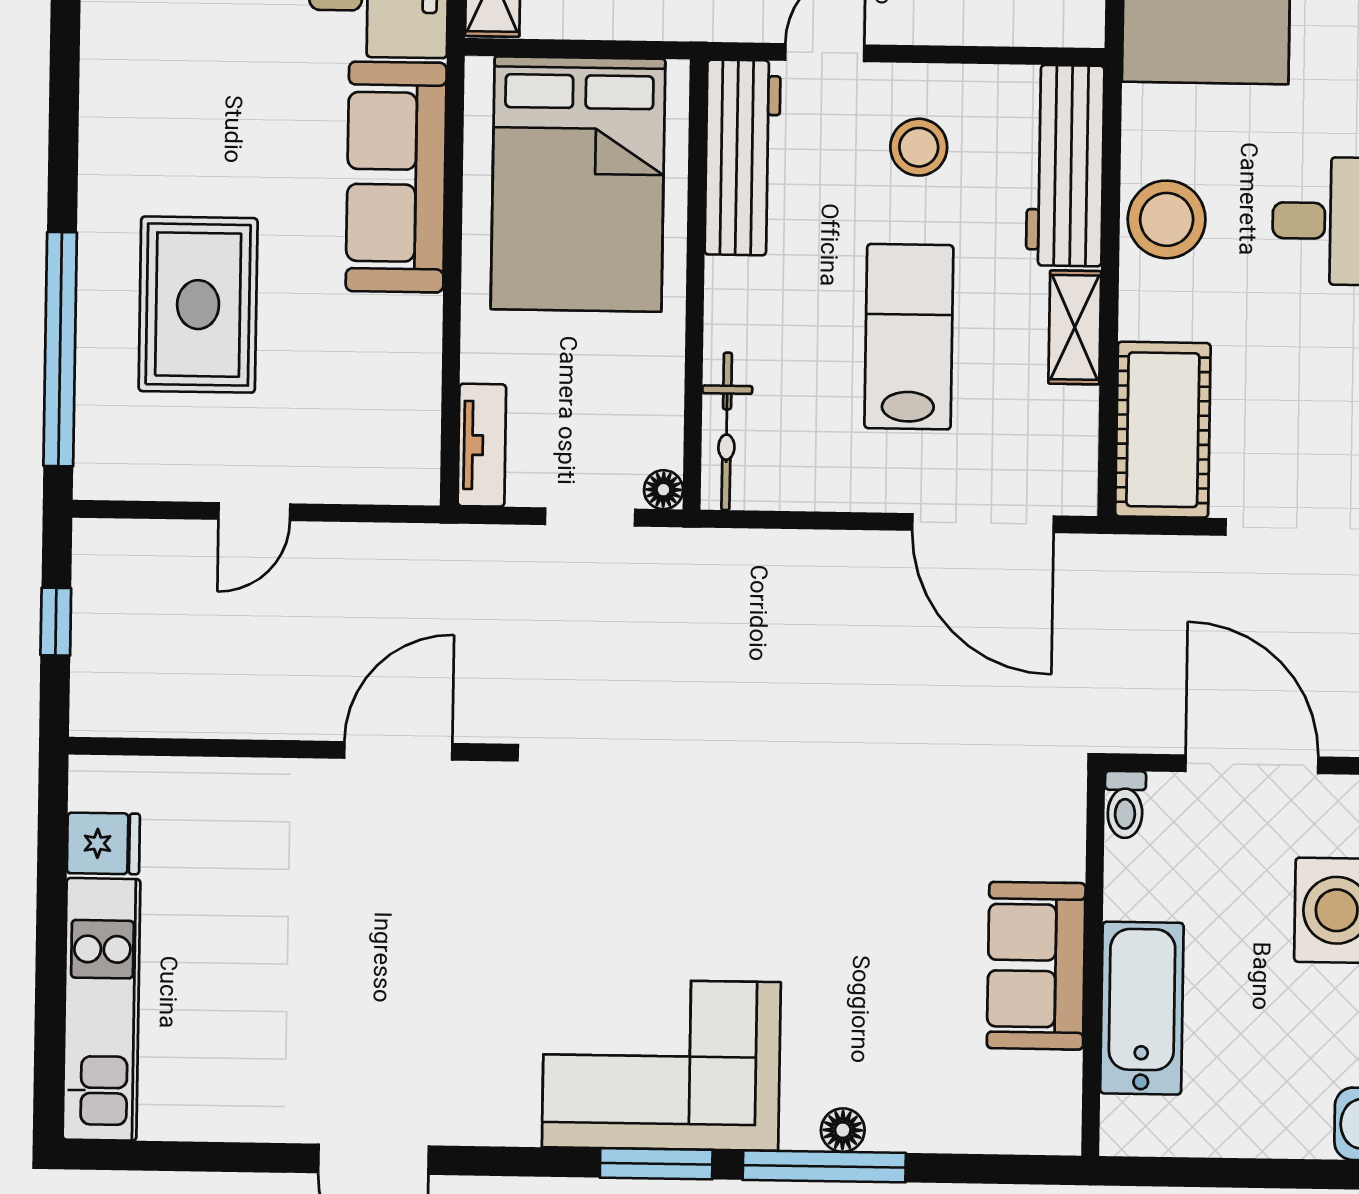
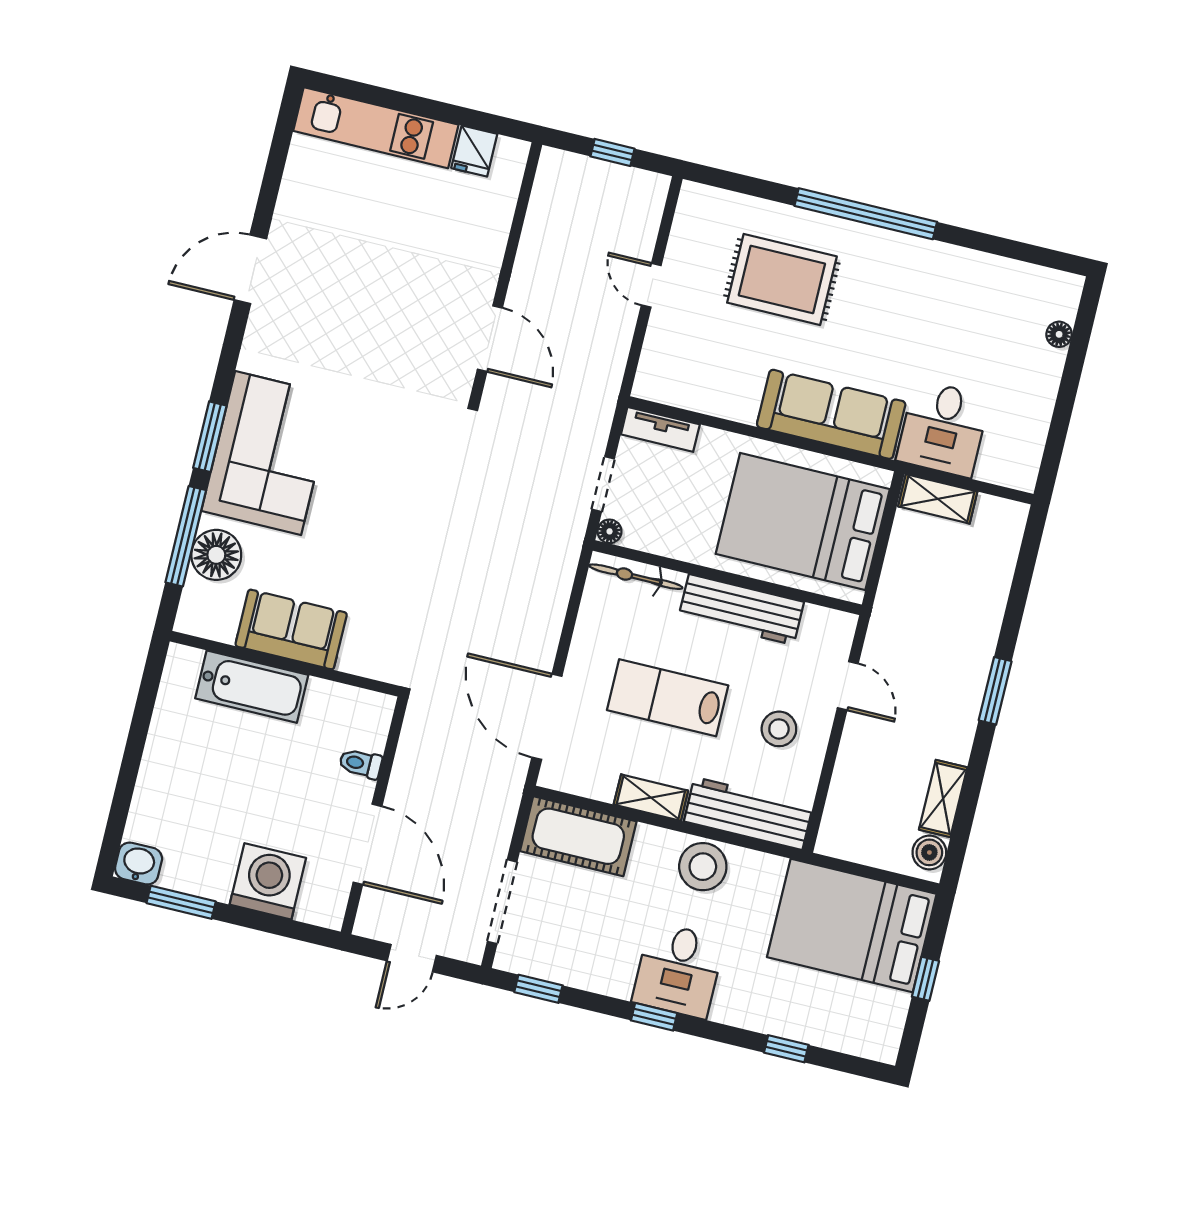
workbench: (743, 158) -> (741, 610), moved
lab bench: (909, 337) -> (668, 698), turned 180
window: (60, 349) -> (866, 214), moved
door: (983, 523) -> (547, 717), hinge flipped
door: (1252, 764) -> (367, 844), hinge flipped
wall: (1093, 963) -> (285, 664), moved
sofa: (1036, 966) -> (291, 629), moved
bathtub: (1142, 1008) -> (252, 687), moved
floor lamp: (843, 1130) -> (216, 555), width x1.89, depth x1.89

